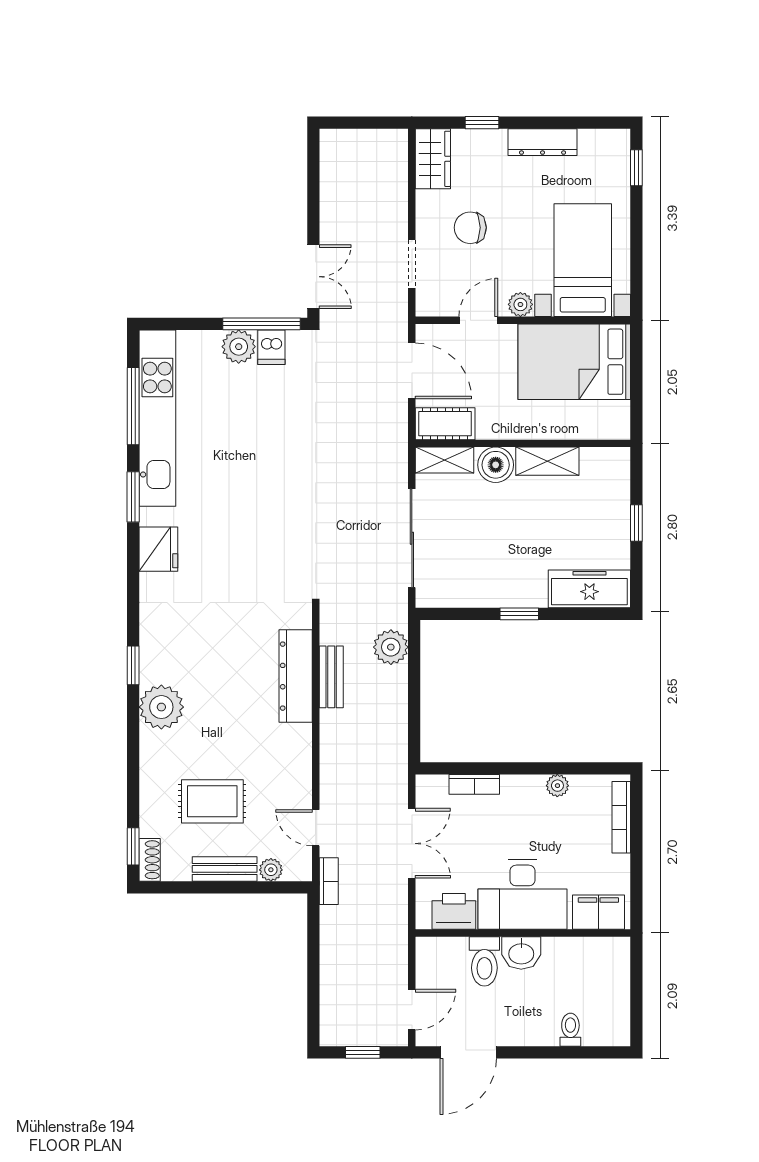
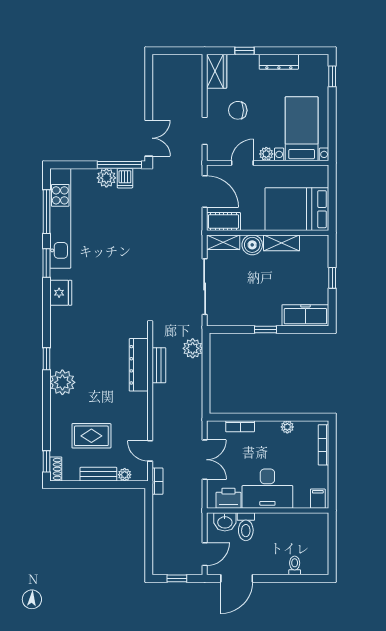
bed: (574, 362) -> (297, 209), moved
filing cabinet: (598, 912) -> (318, 499), width x0.50
washbasin: (521, 953) -> (225, 522), moved

